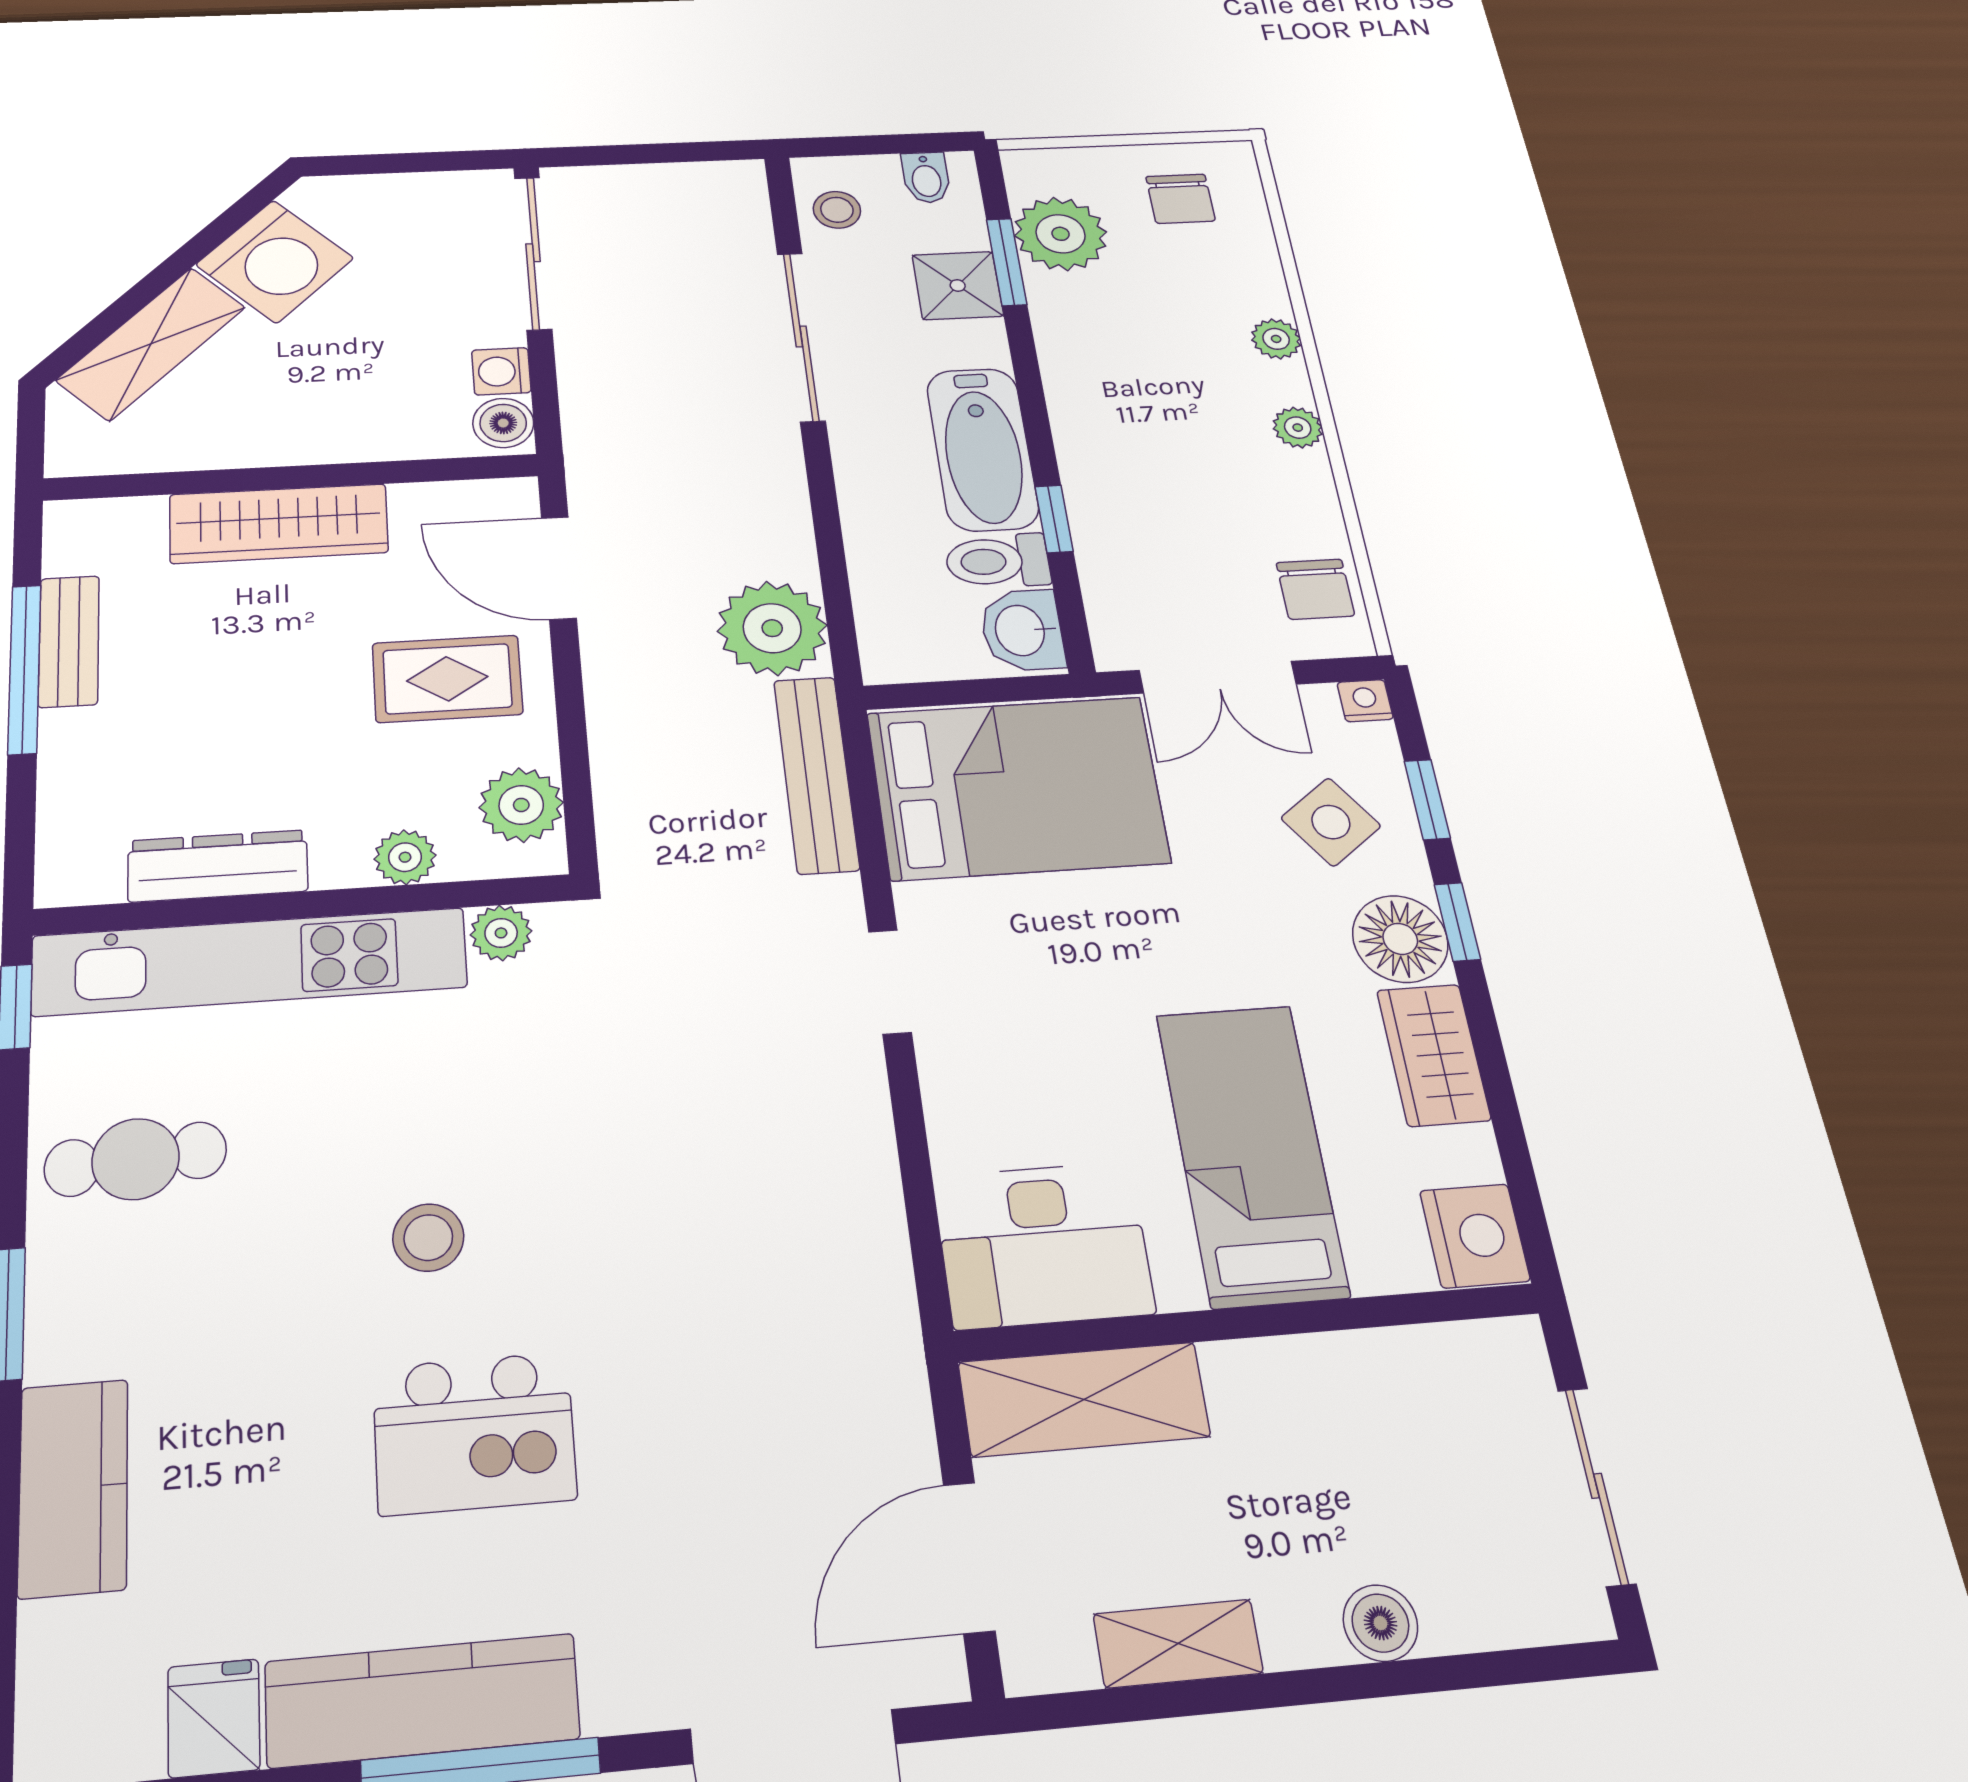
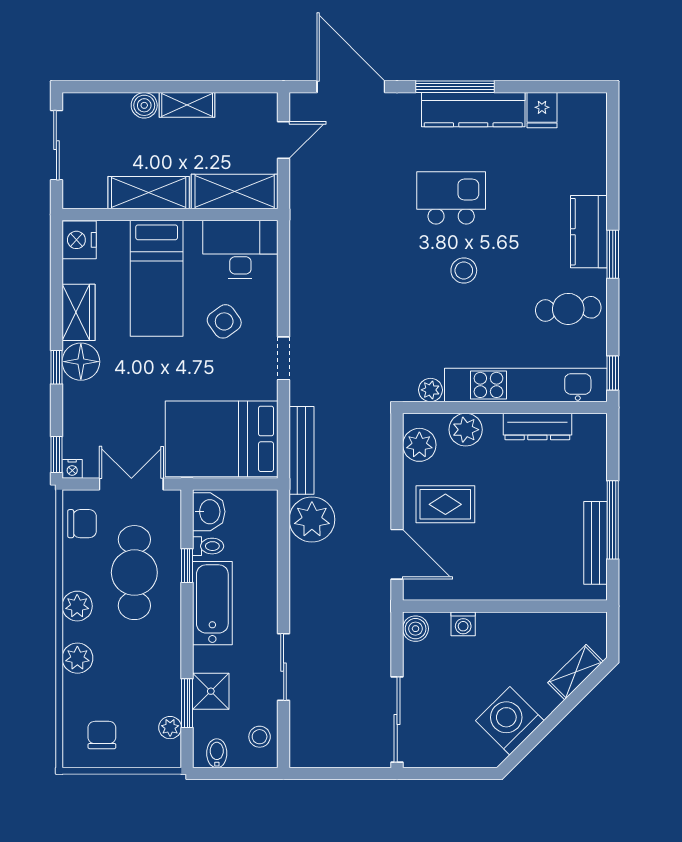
plant: (1061, 234) -> (170, 728), width x0.53, depth x0.53
sliding door: (801, 336) -> (284, 667), width x0.73
plant: (1276, 339) -> (77, 658), width x1.38, depth x1.38
shelving: (151, 344) -> (576, 672), width x0.67, depth x0.75
washing machine: (501, 371) -> (463, 624), moved, turned 90
plant: (1298, 428) -> (77, 606), width x1.38, depth x1.38
cafe table: (1173, 499) -> (134, 573), added
wardrobe: (279, 524) -> (511, 583), removed
toilet: (998, 561) -> (208, 546), width x0.73, depth x0.72
chair: (1315, 589) -> (82, 524), turned 90
bench: (69, 641) -> (595, 543), width x1.36
window: (1427, 800) -> (56, 454), moved
side table: (1331, 822) -> (224, 321), moved
plant: (405, 857) -> (466, 430), width x1.38, depth x1.38
shelving: (1318, 1376) -> (149, 193), added
kitchen counter: (73, 1488) -> (589, 232), moved
door: (969, 1557) -> (284, 140), width x0.73
shelving: (1178, 1644) -> (187, 105), moved

